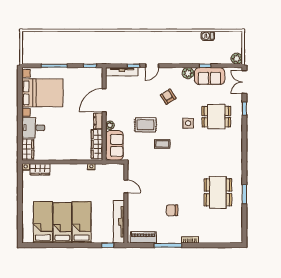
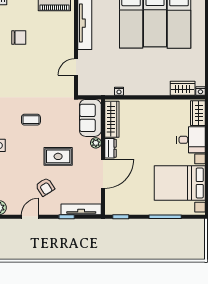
door: (152, 66) -> (30, 217), moved
armchair: (168, 97) -> (45, 187), moved
rug: (146, 125) -> (58, 156), moved
door: (126, 186) -> (76, 67), hinge flipped

